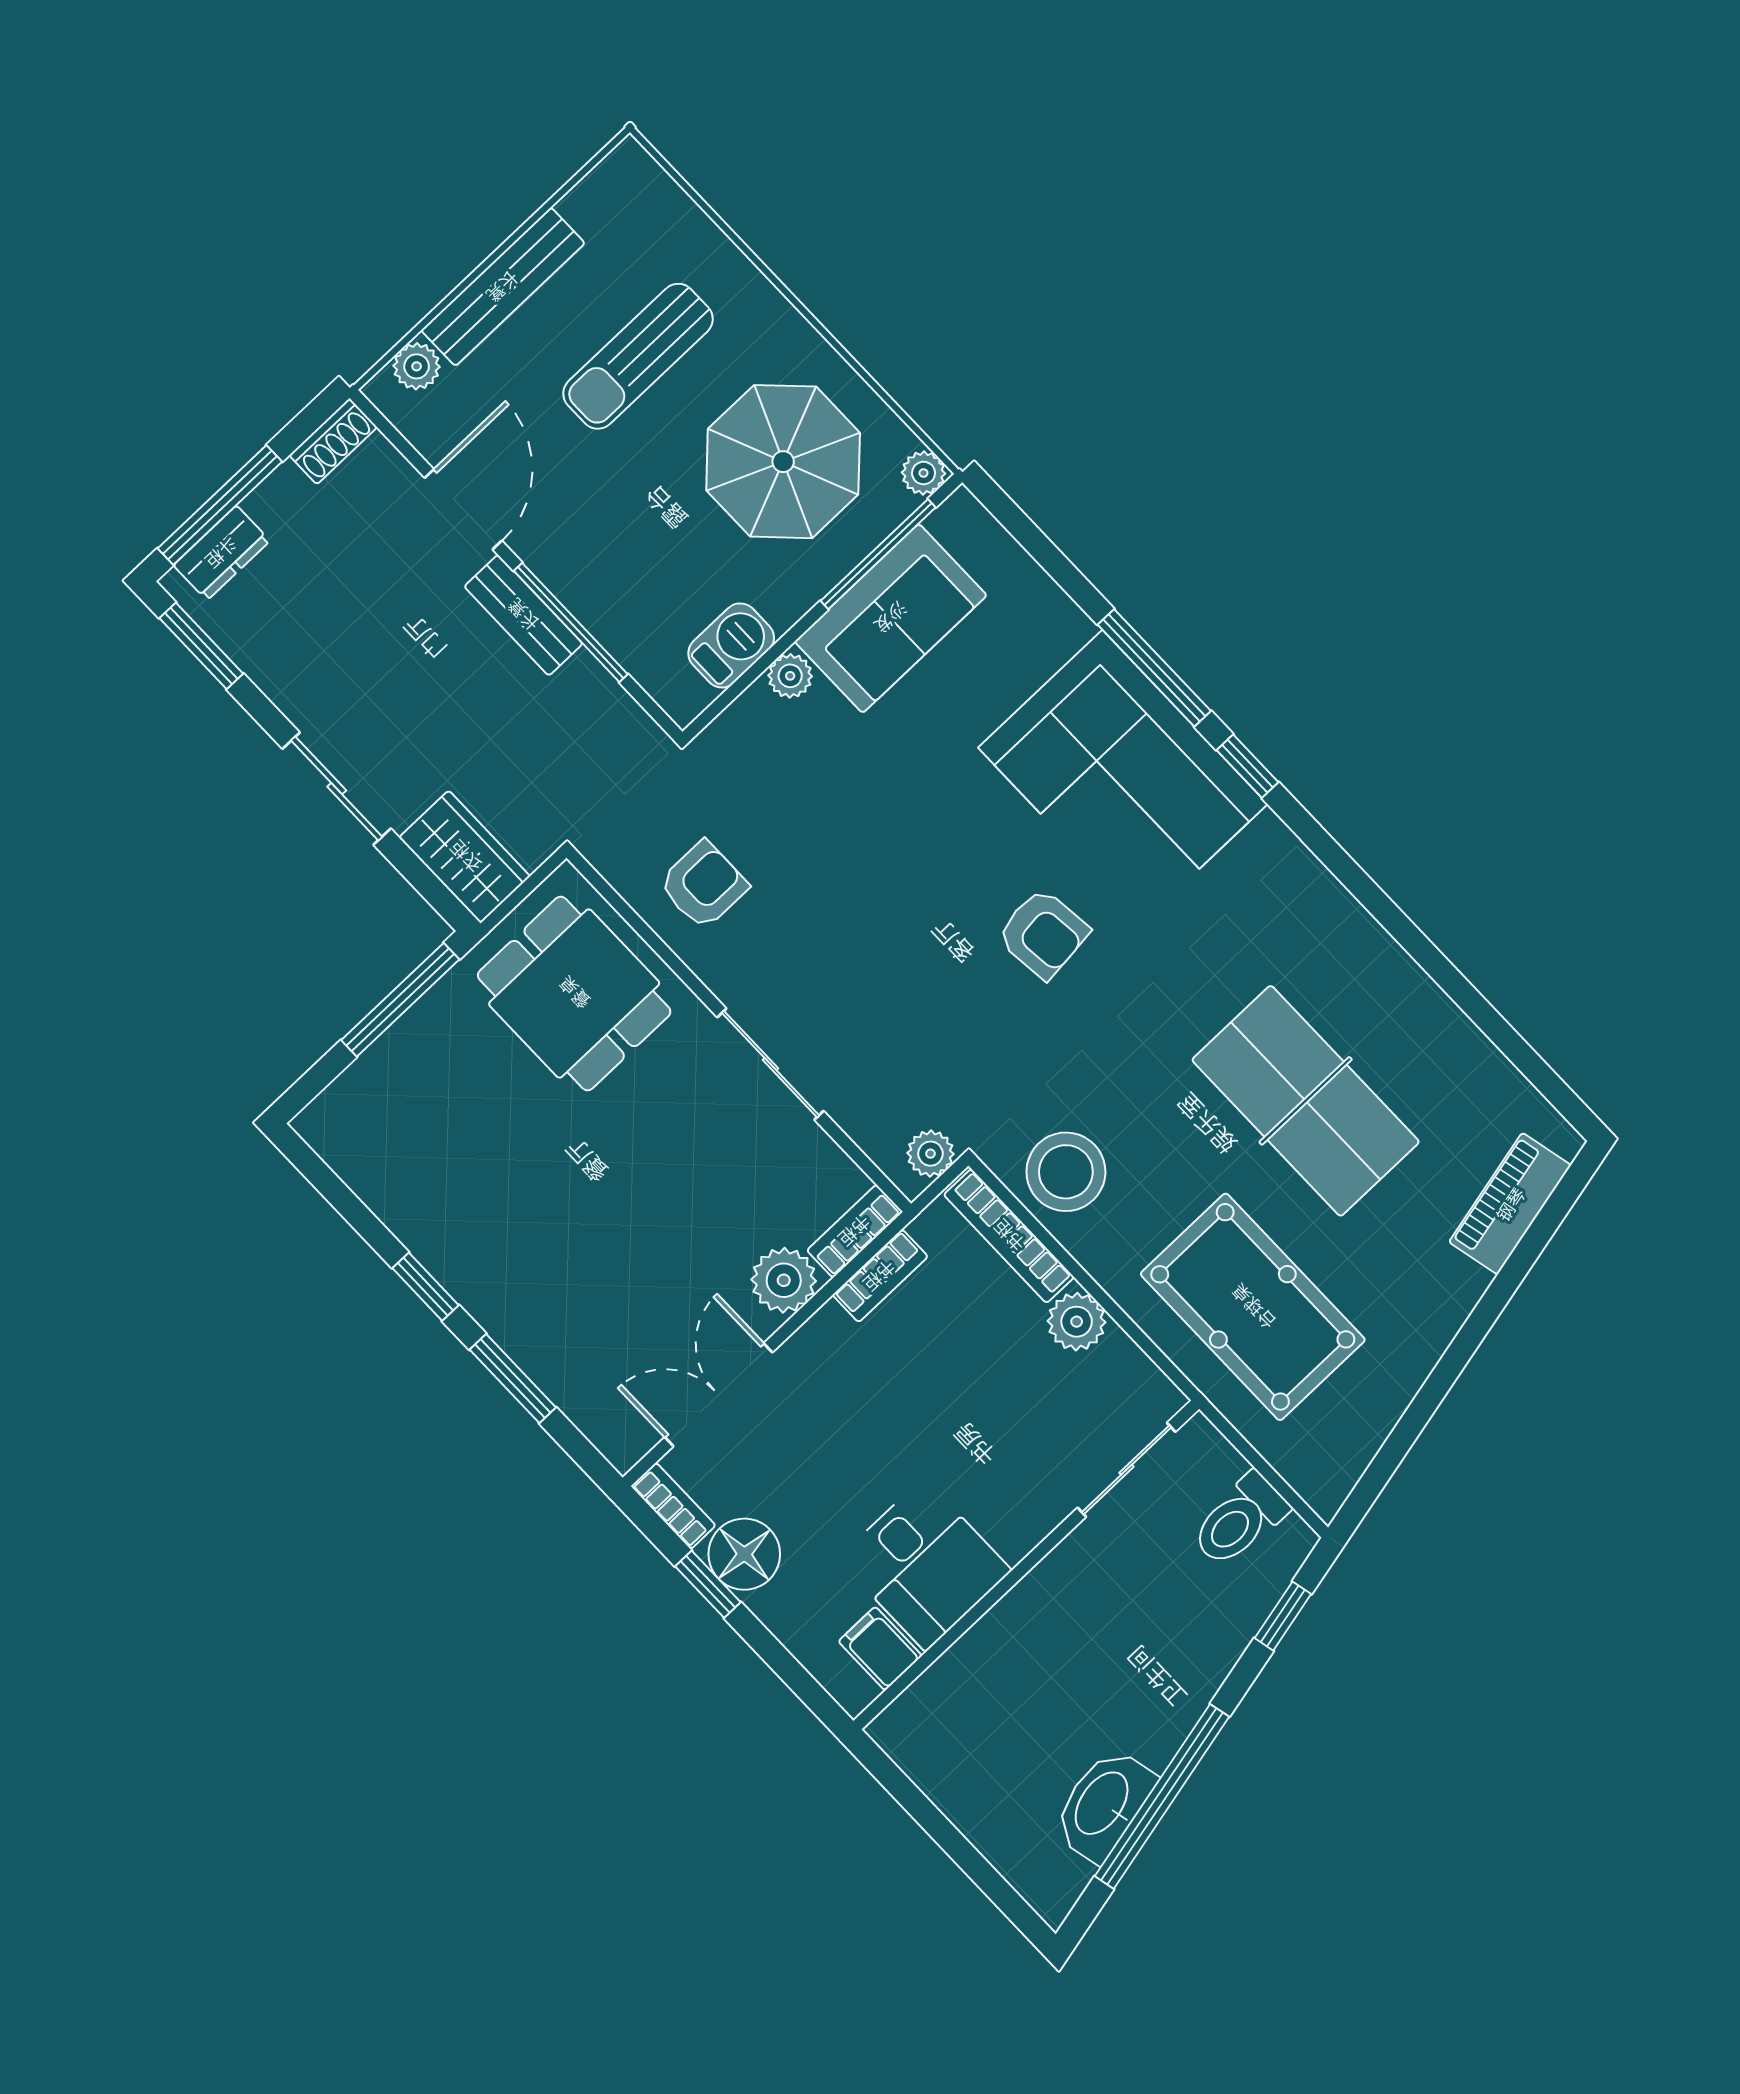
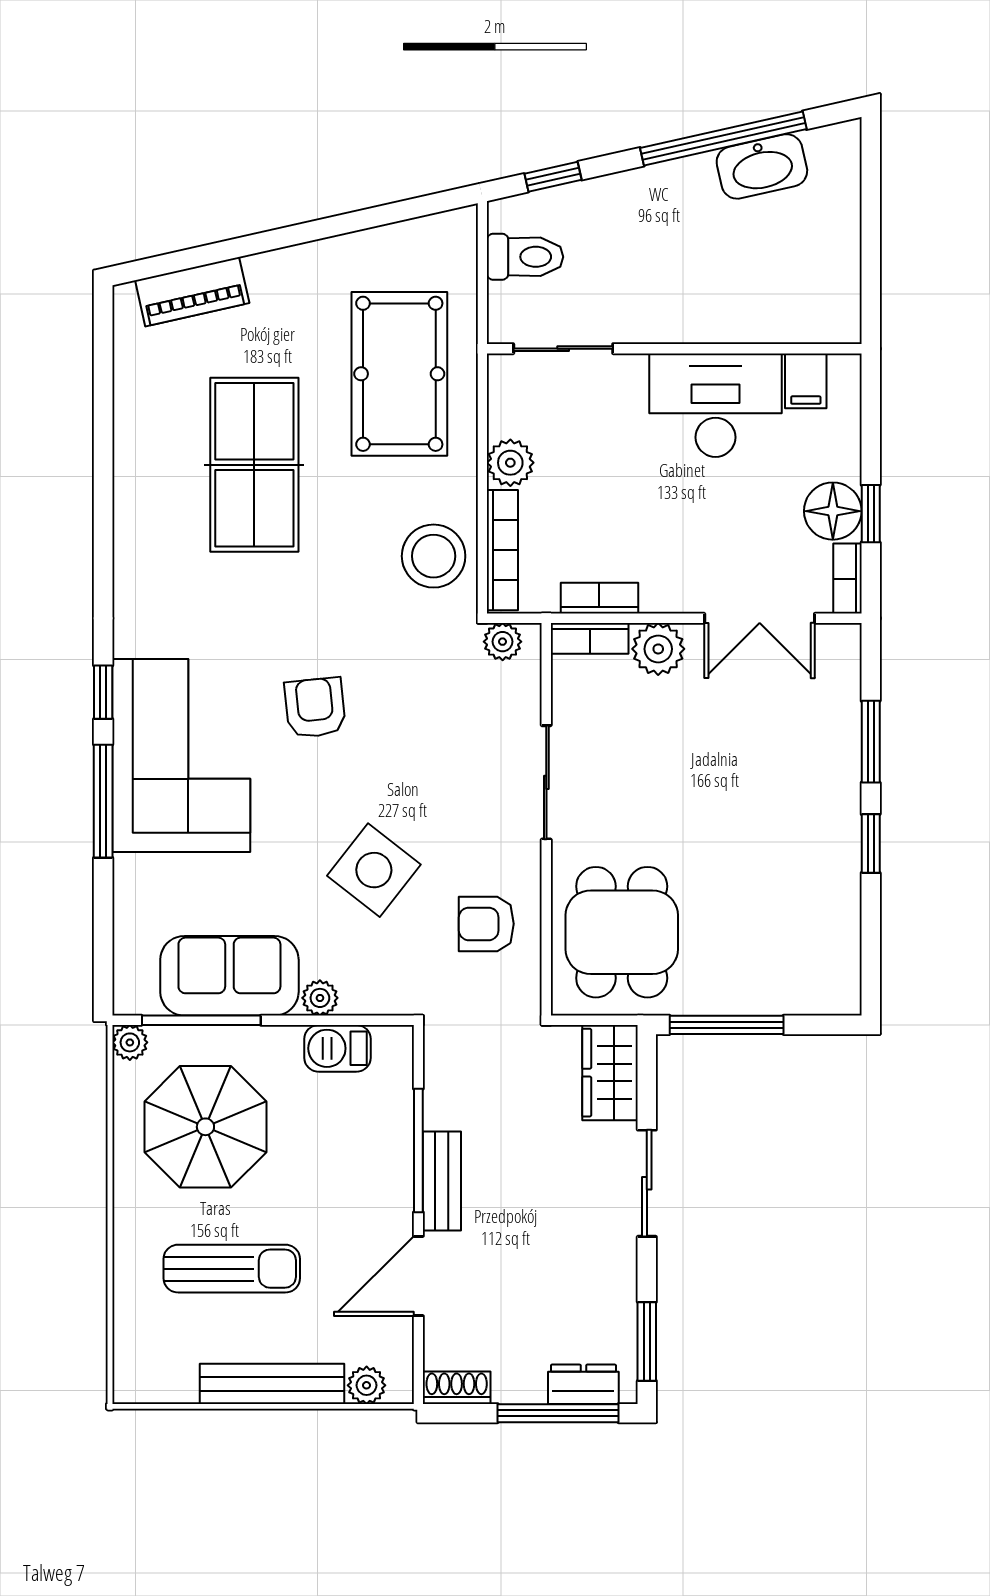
side table: (851, 837) -> (374, 870), added
desk: (925, 1565) -> (715, 405), width x1.37

